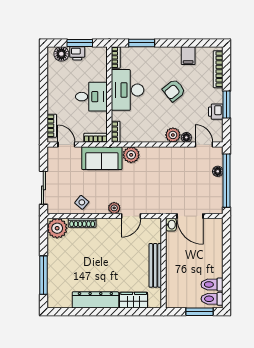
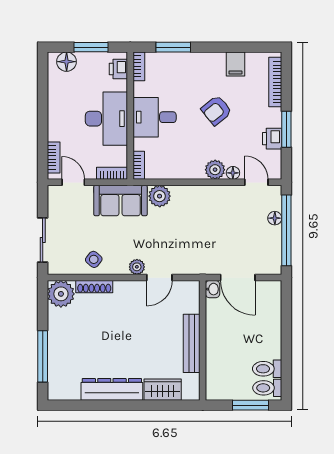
printer: (77, 53) -> (118, 69), moved, turned 90
desk: (127, 90) -> (155, 117), width x0.73
desk: (91, 97) -> (106, 119), width x1.37

